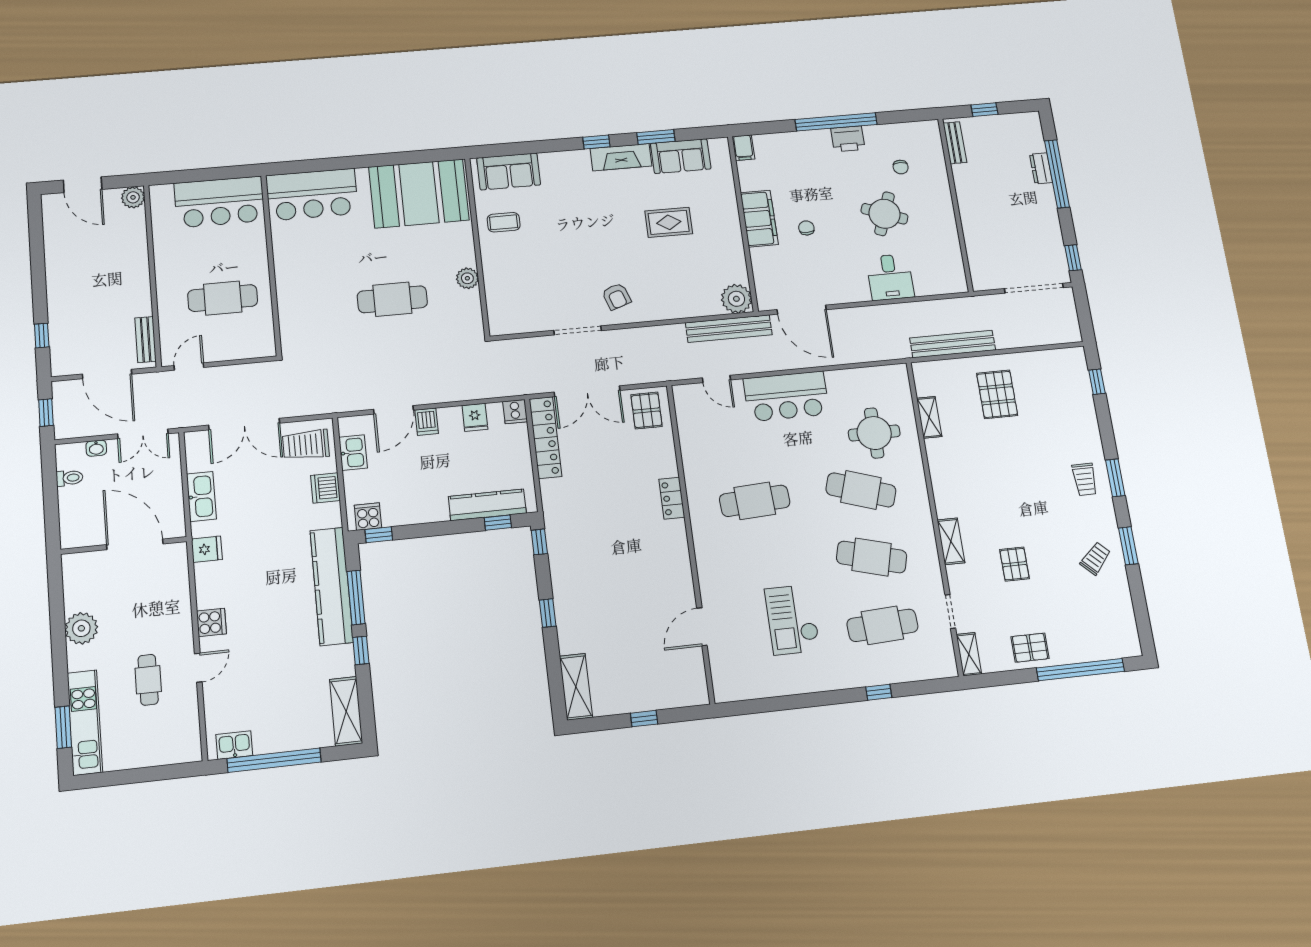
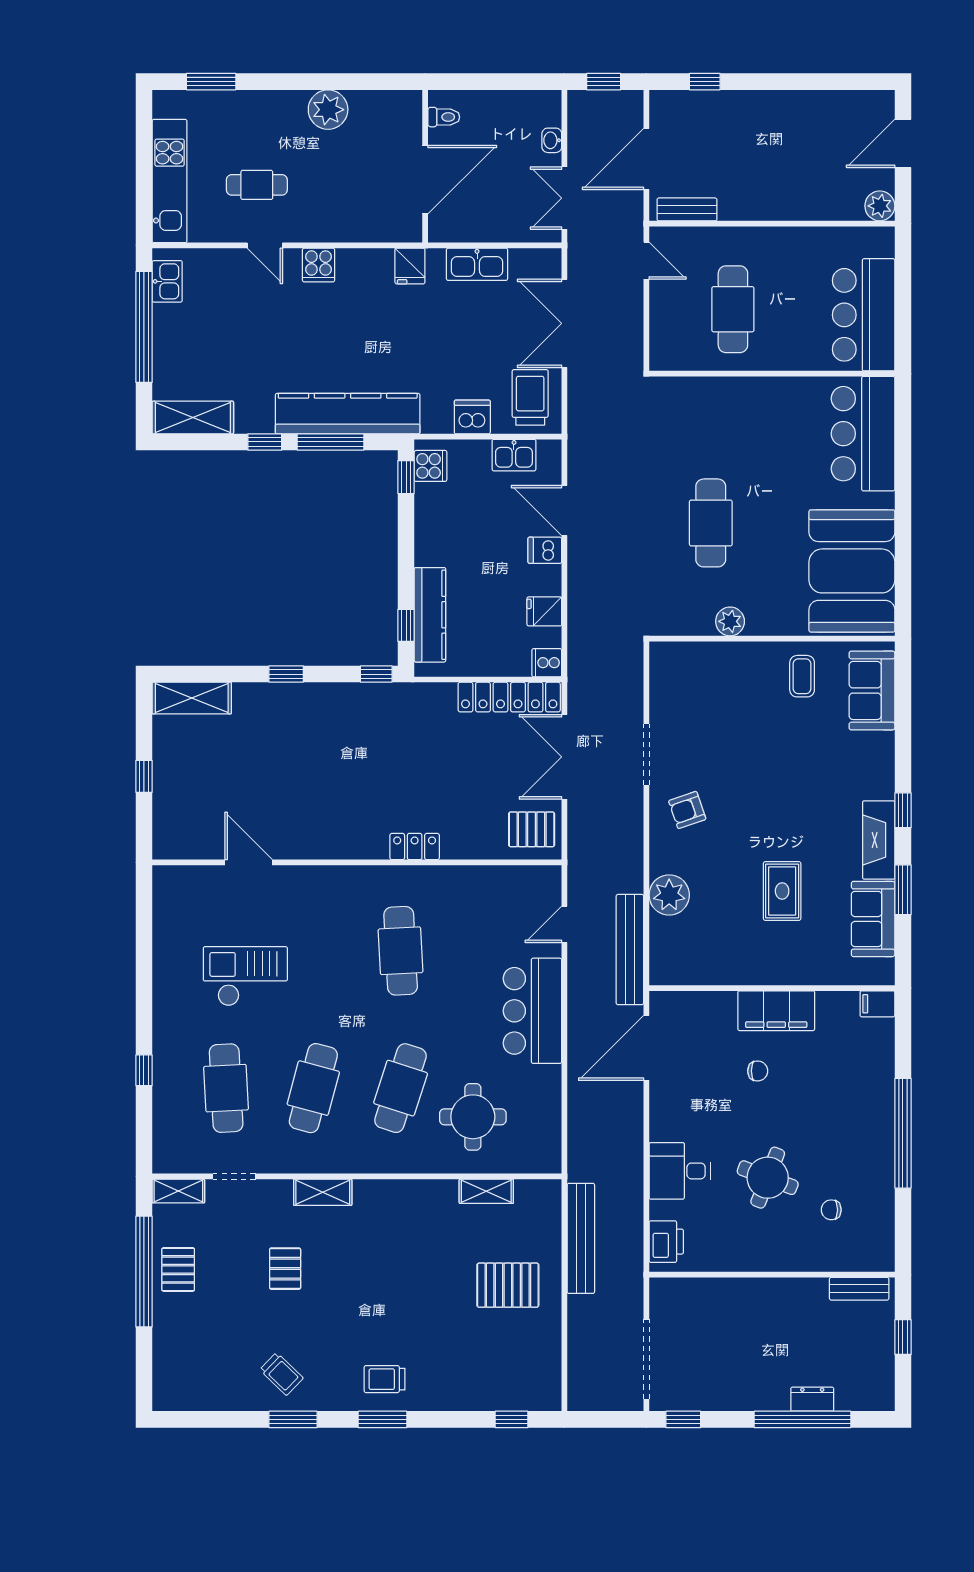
printer: (848, 139) -> (666, 1242), moved, turned 180
plant: (736, 299) -> (669, 895), moved
toilet: (69, 478) -> (444, 117), moved, turned -90
pallet: (1014, 564) -> (285, 1269), turned 90
window: (1080, 670) -> (144, 1272), moved
kitchen unit: (85, 722) -> (170, 181), moved, turned -90

